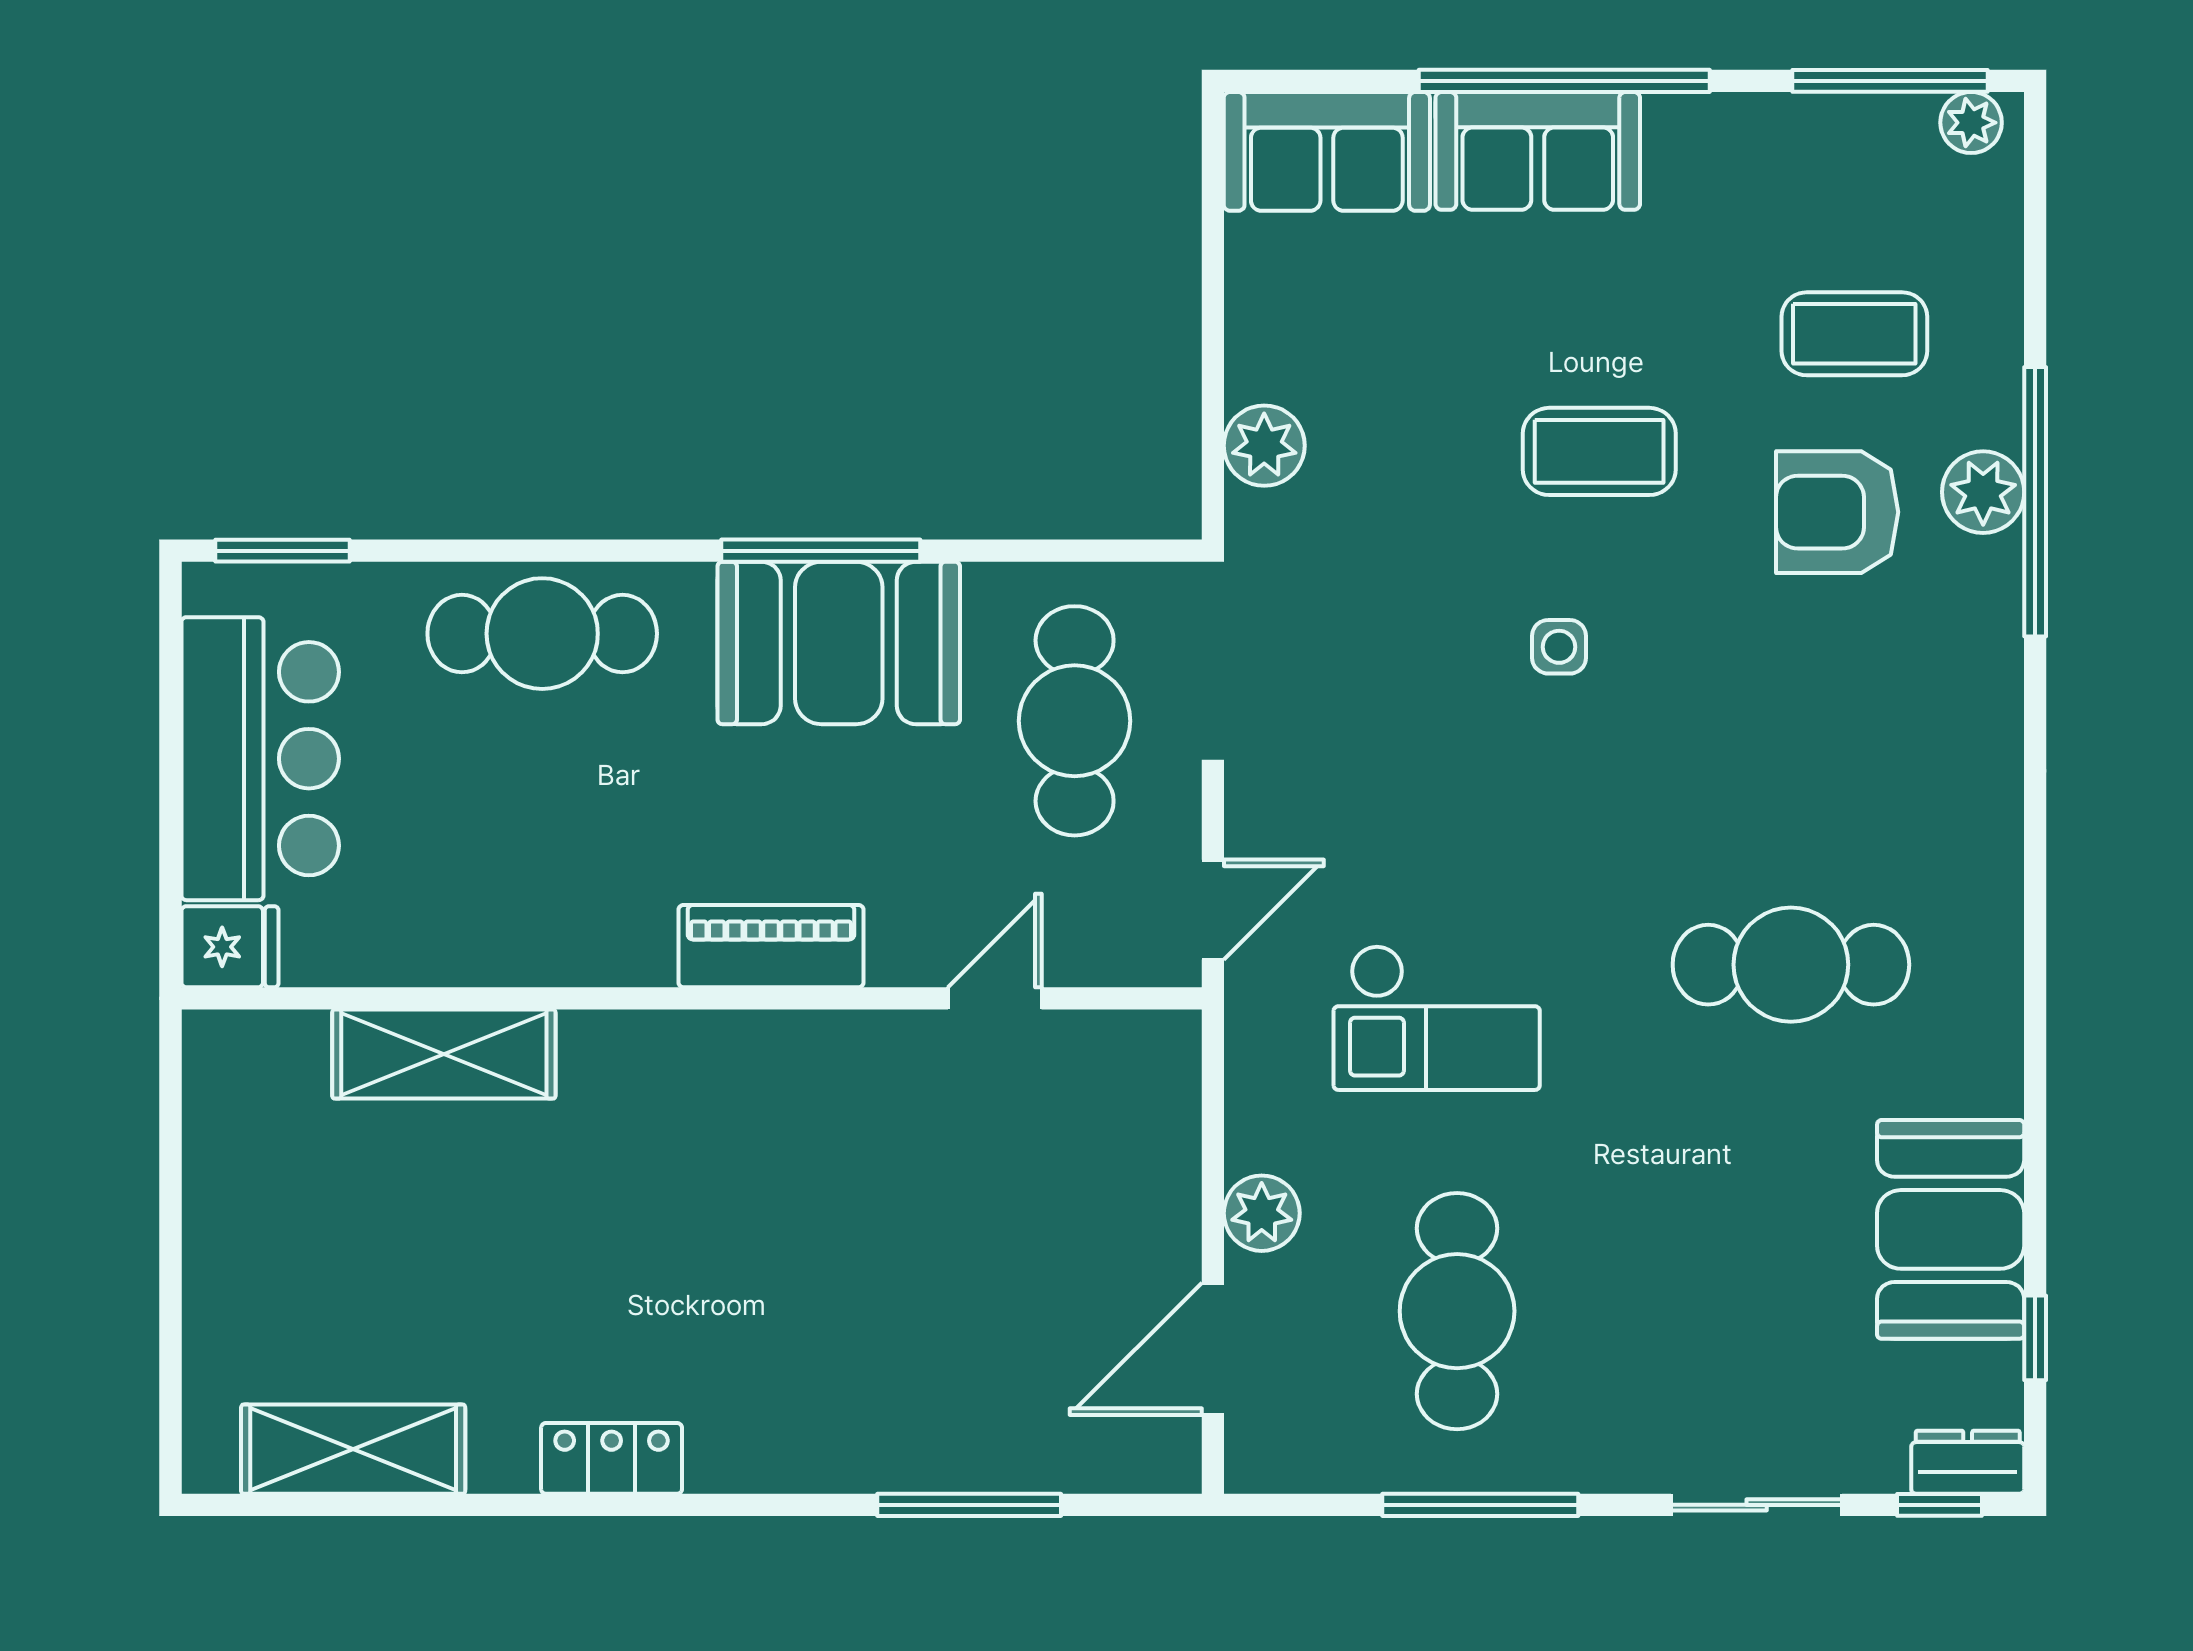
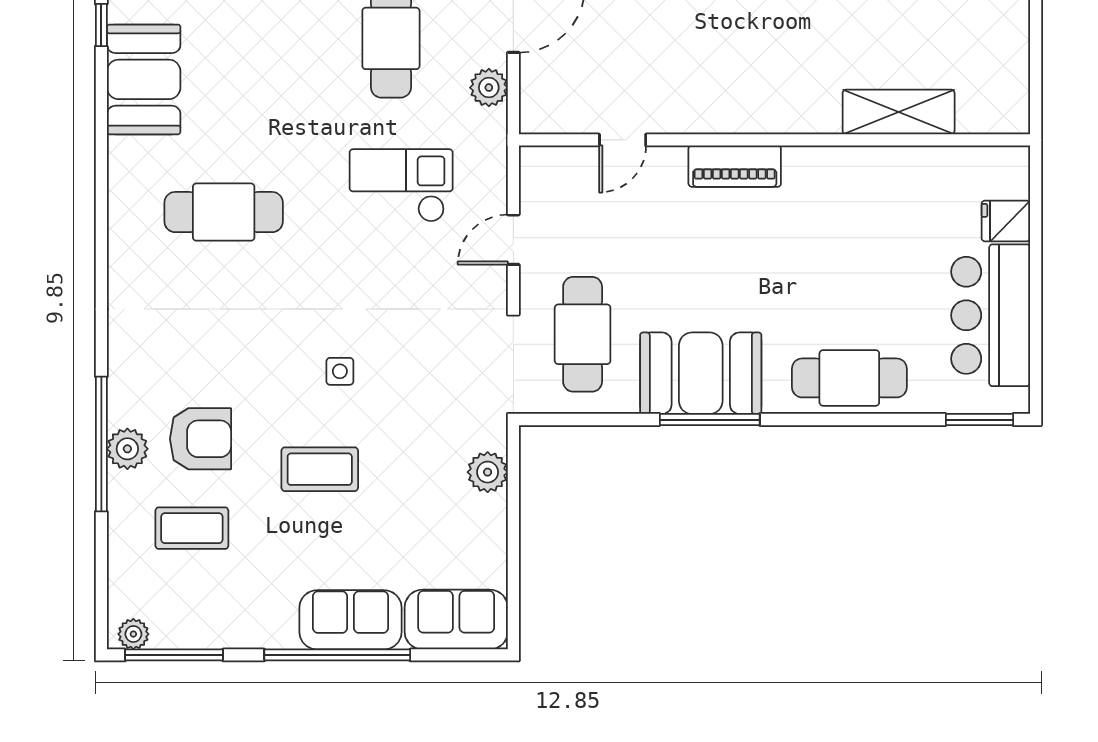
piano: (771, 946) -> (735, 166), moved
wall: (692, 998) -> (774, 140), moved
door: (995, 998) -> (623, 140), moved
shelving: (444, 1054) -> (899, 112), moved

